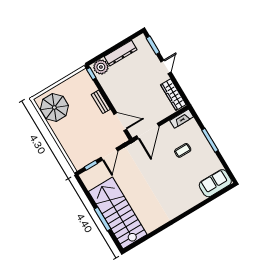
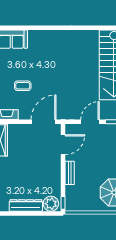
door: (120, 122) -> (63, 145), swing flipped

